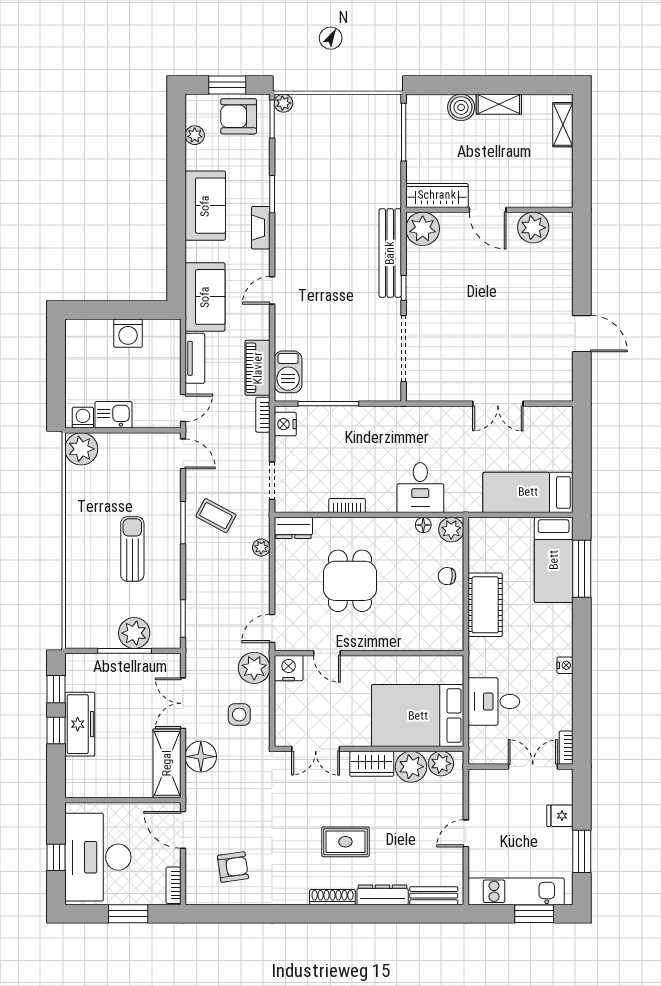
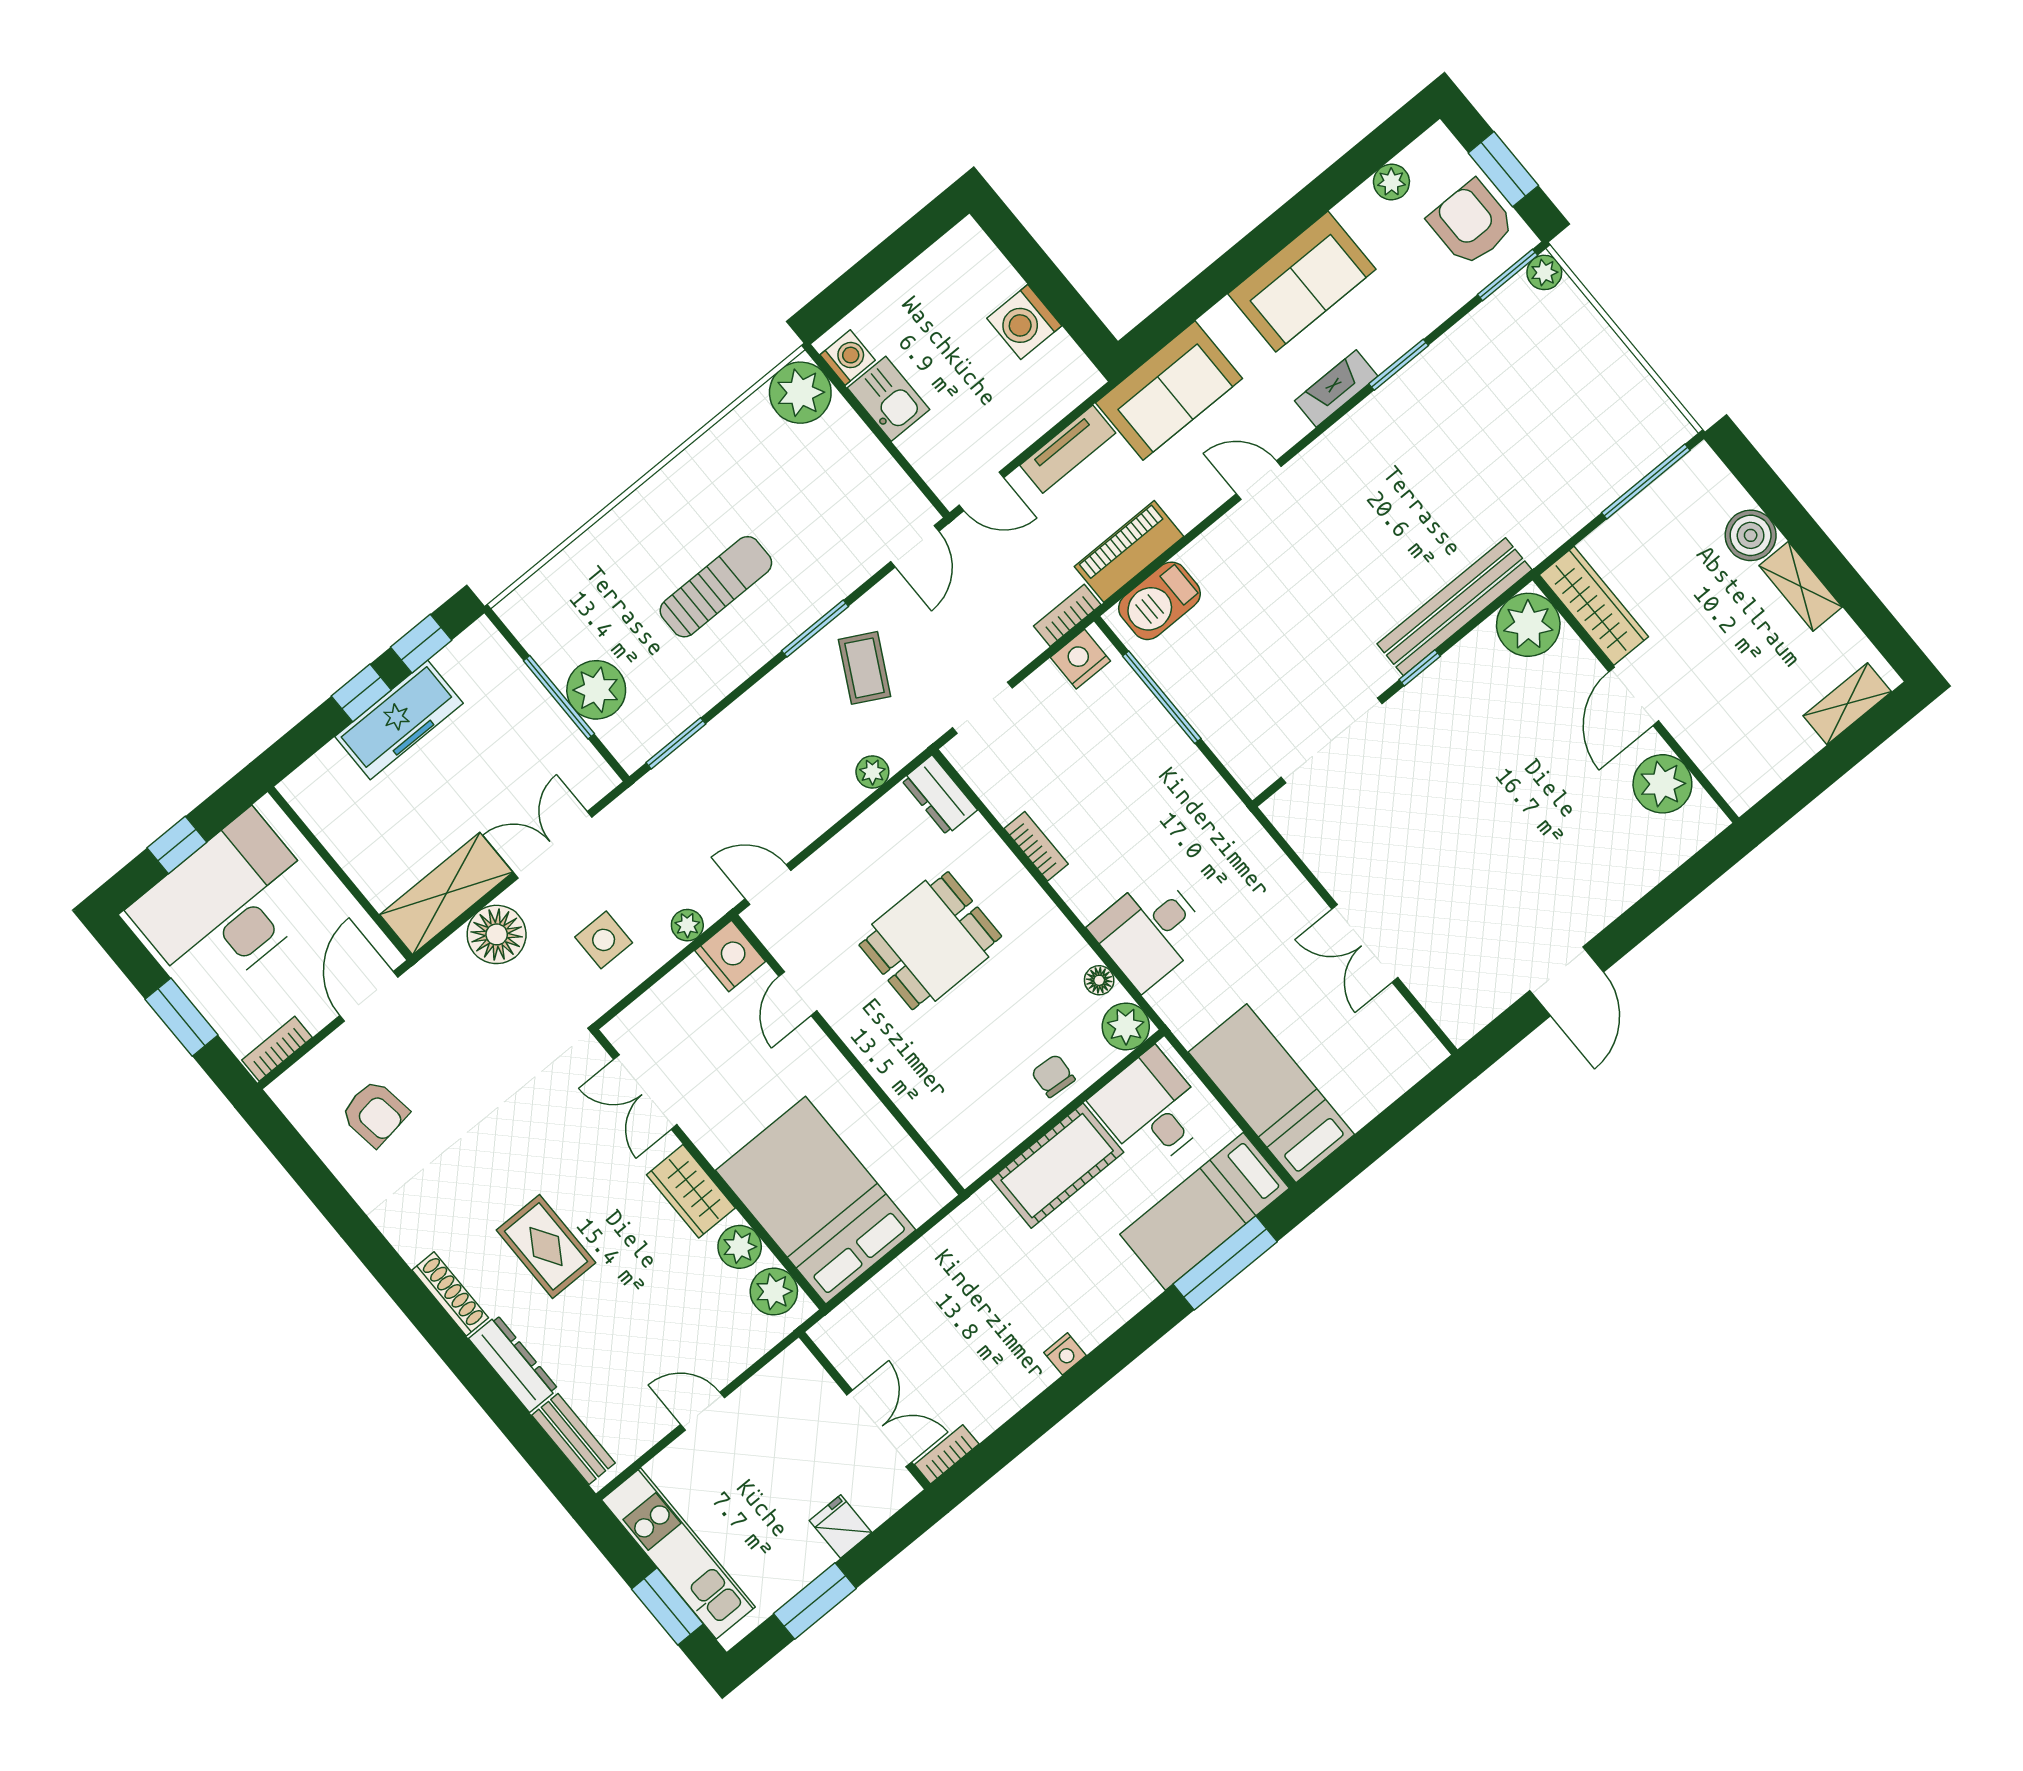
plant: (254, 668) -> (687, 925), width x0.53, depth x0.53
desk: (494, 701) -> (1151, 1109), moved
plant: (411, 767) -> (740, 1247), width x0.73, depth x0.73

